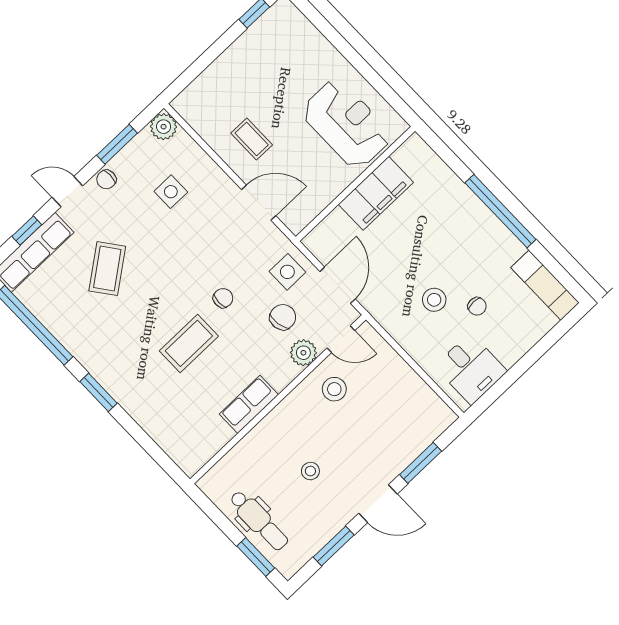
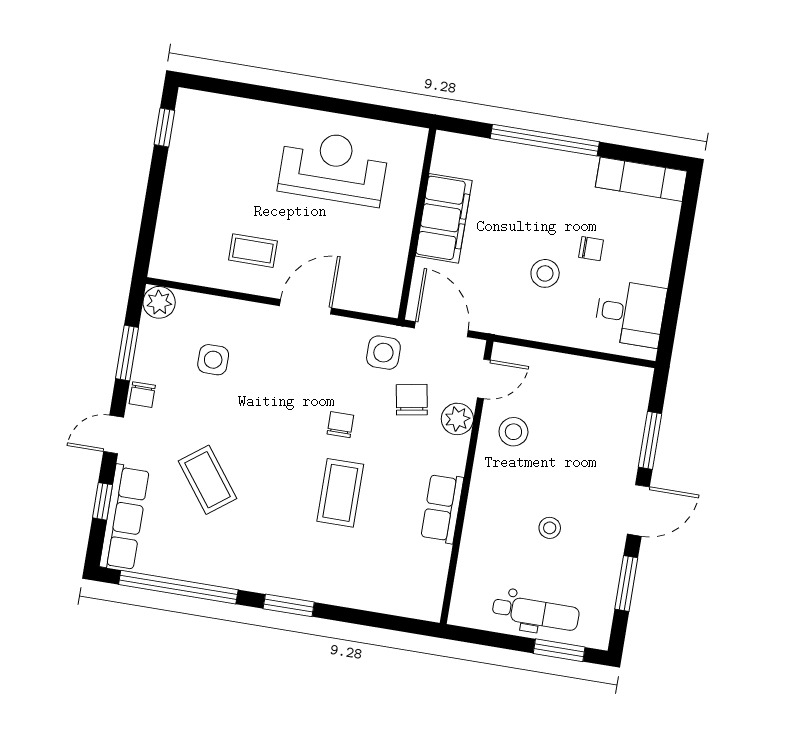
wall: (355, 184) -> (417, 224), moved
filing cabinet: (376, 193) -> (444, 218), moved

